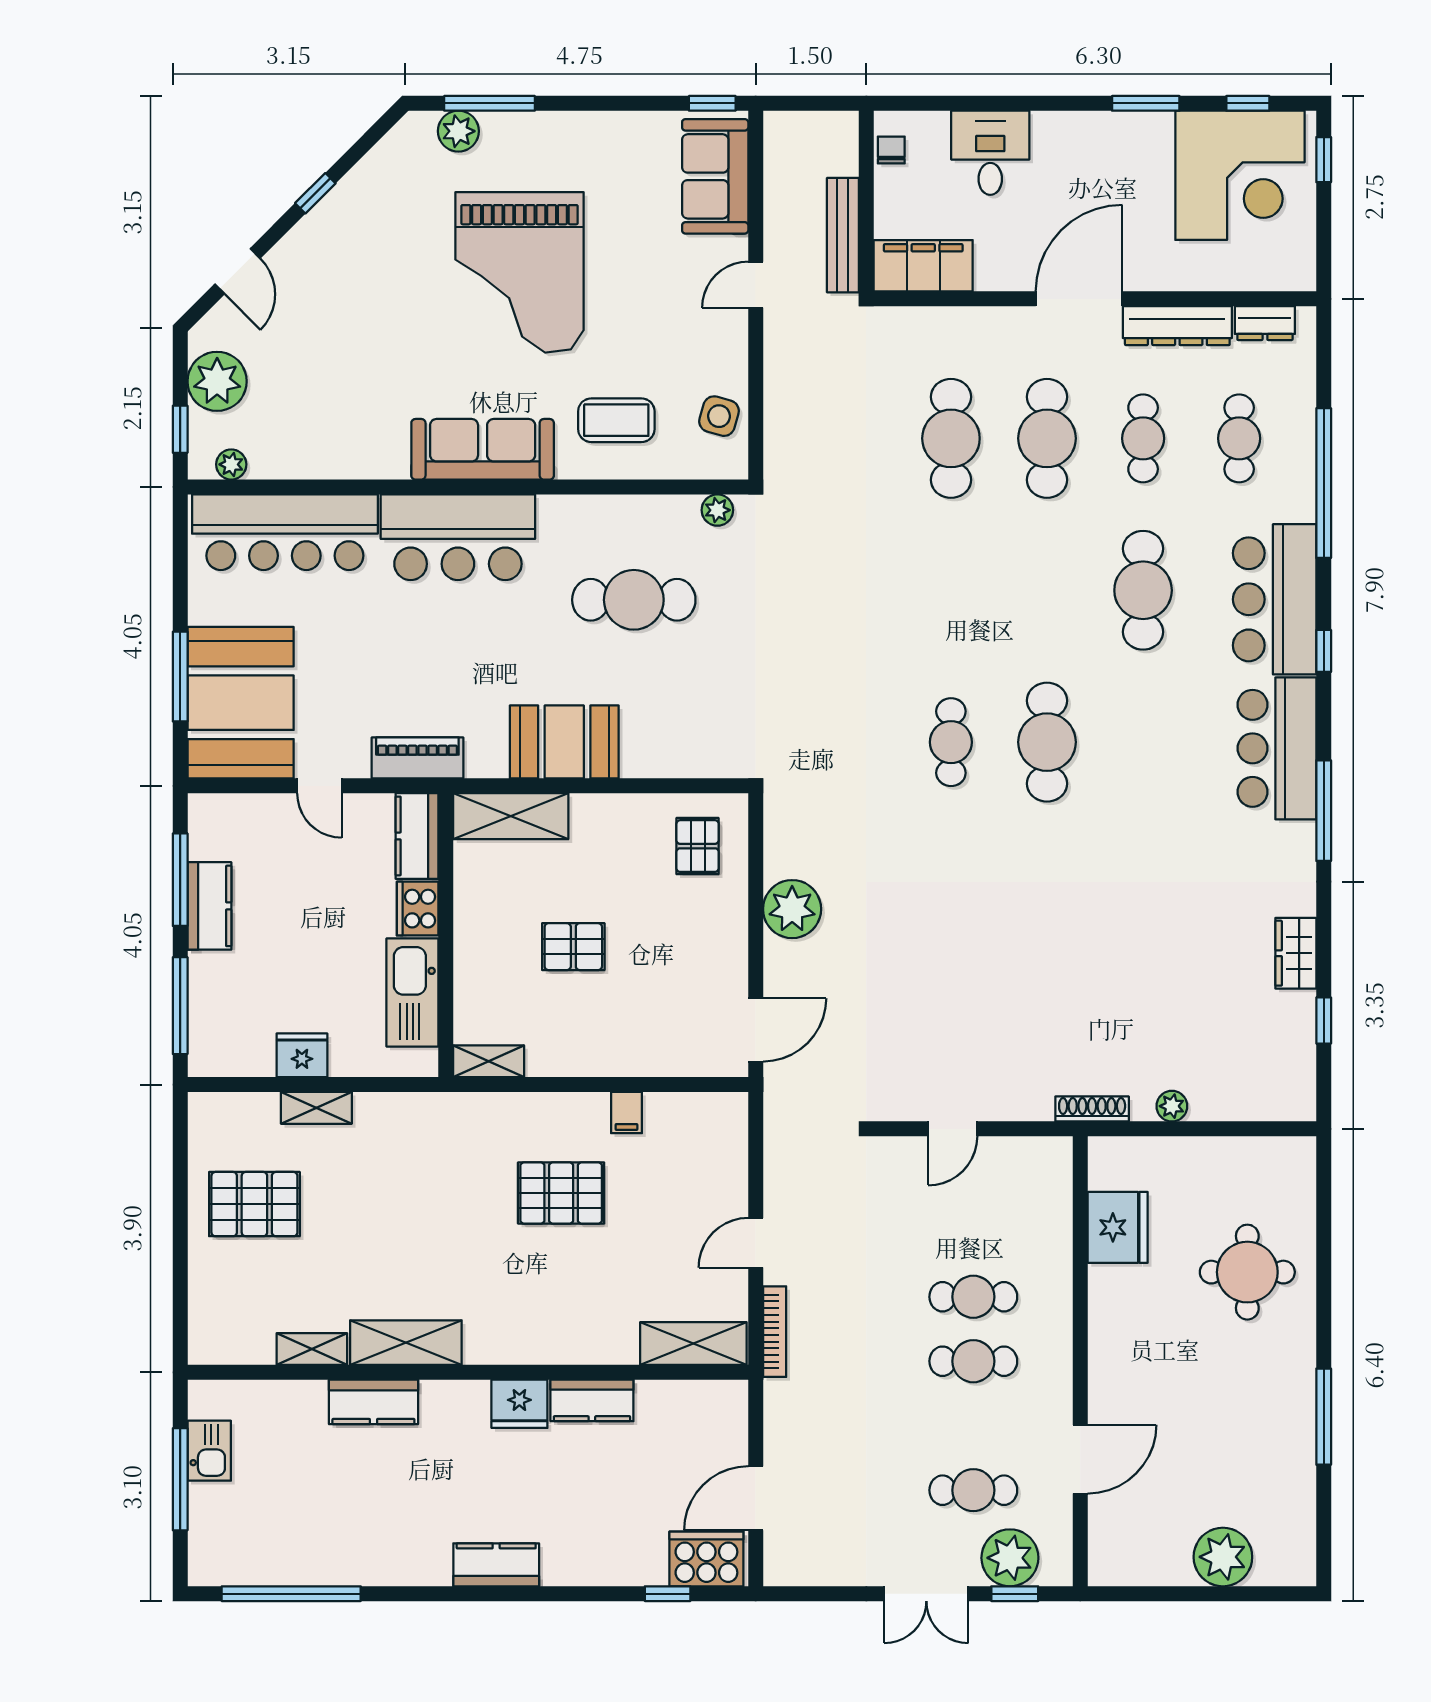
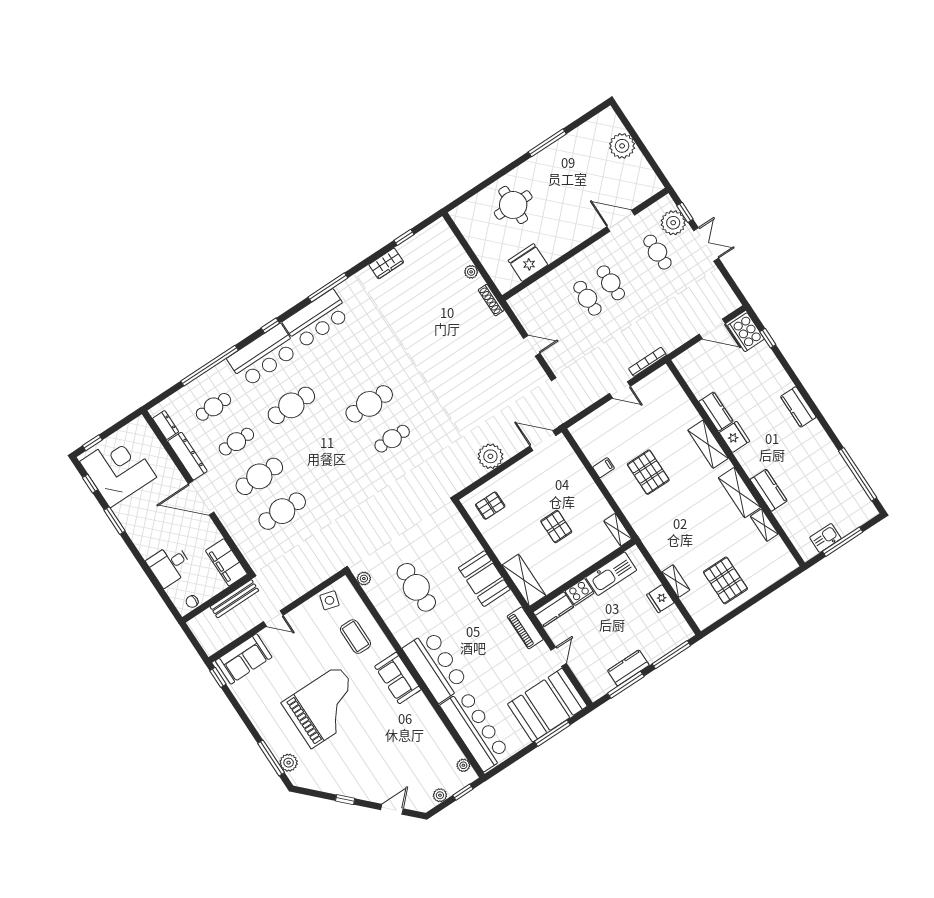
plant: (217, 381) -> (440, 795), width x0.53, depth x0.53
sofa: (483, 449) -> (398, 678), width x0.73
shelving: (693, 1344) -> (708, 444), moved

